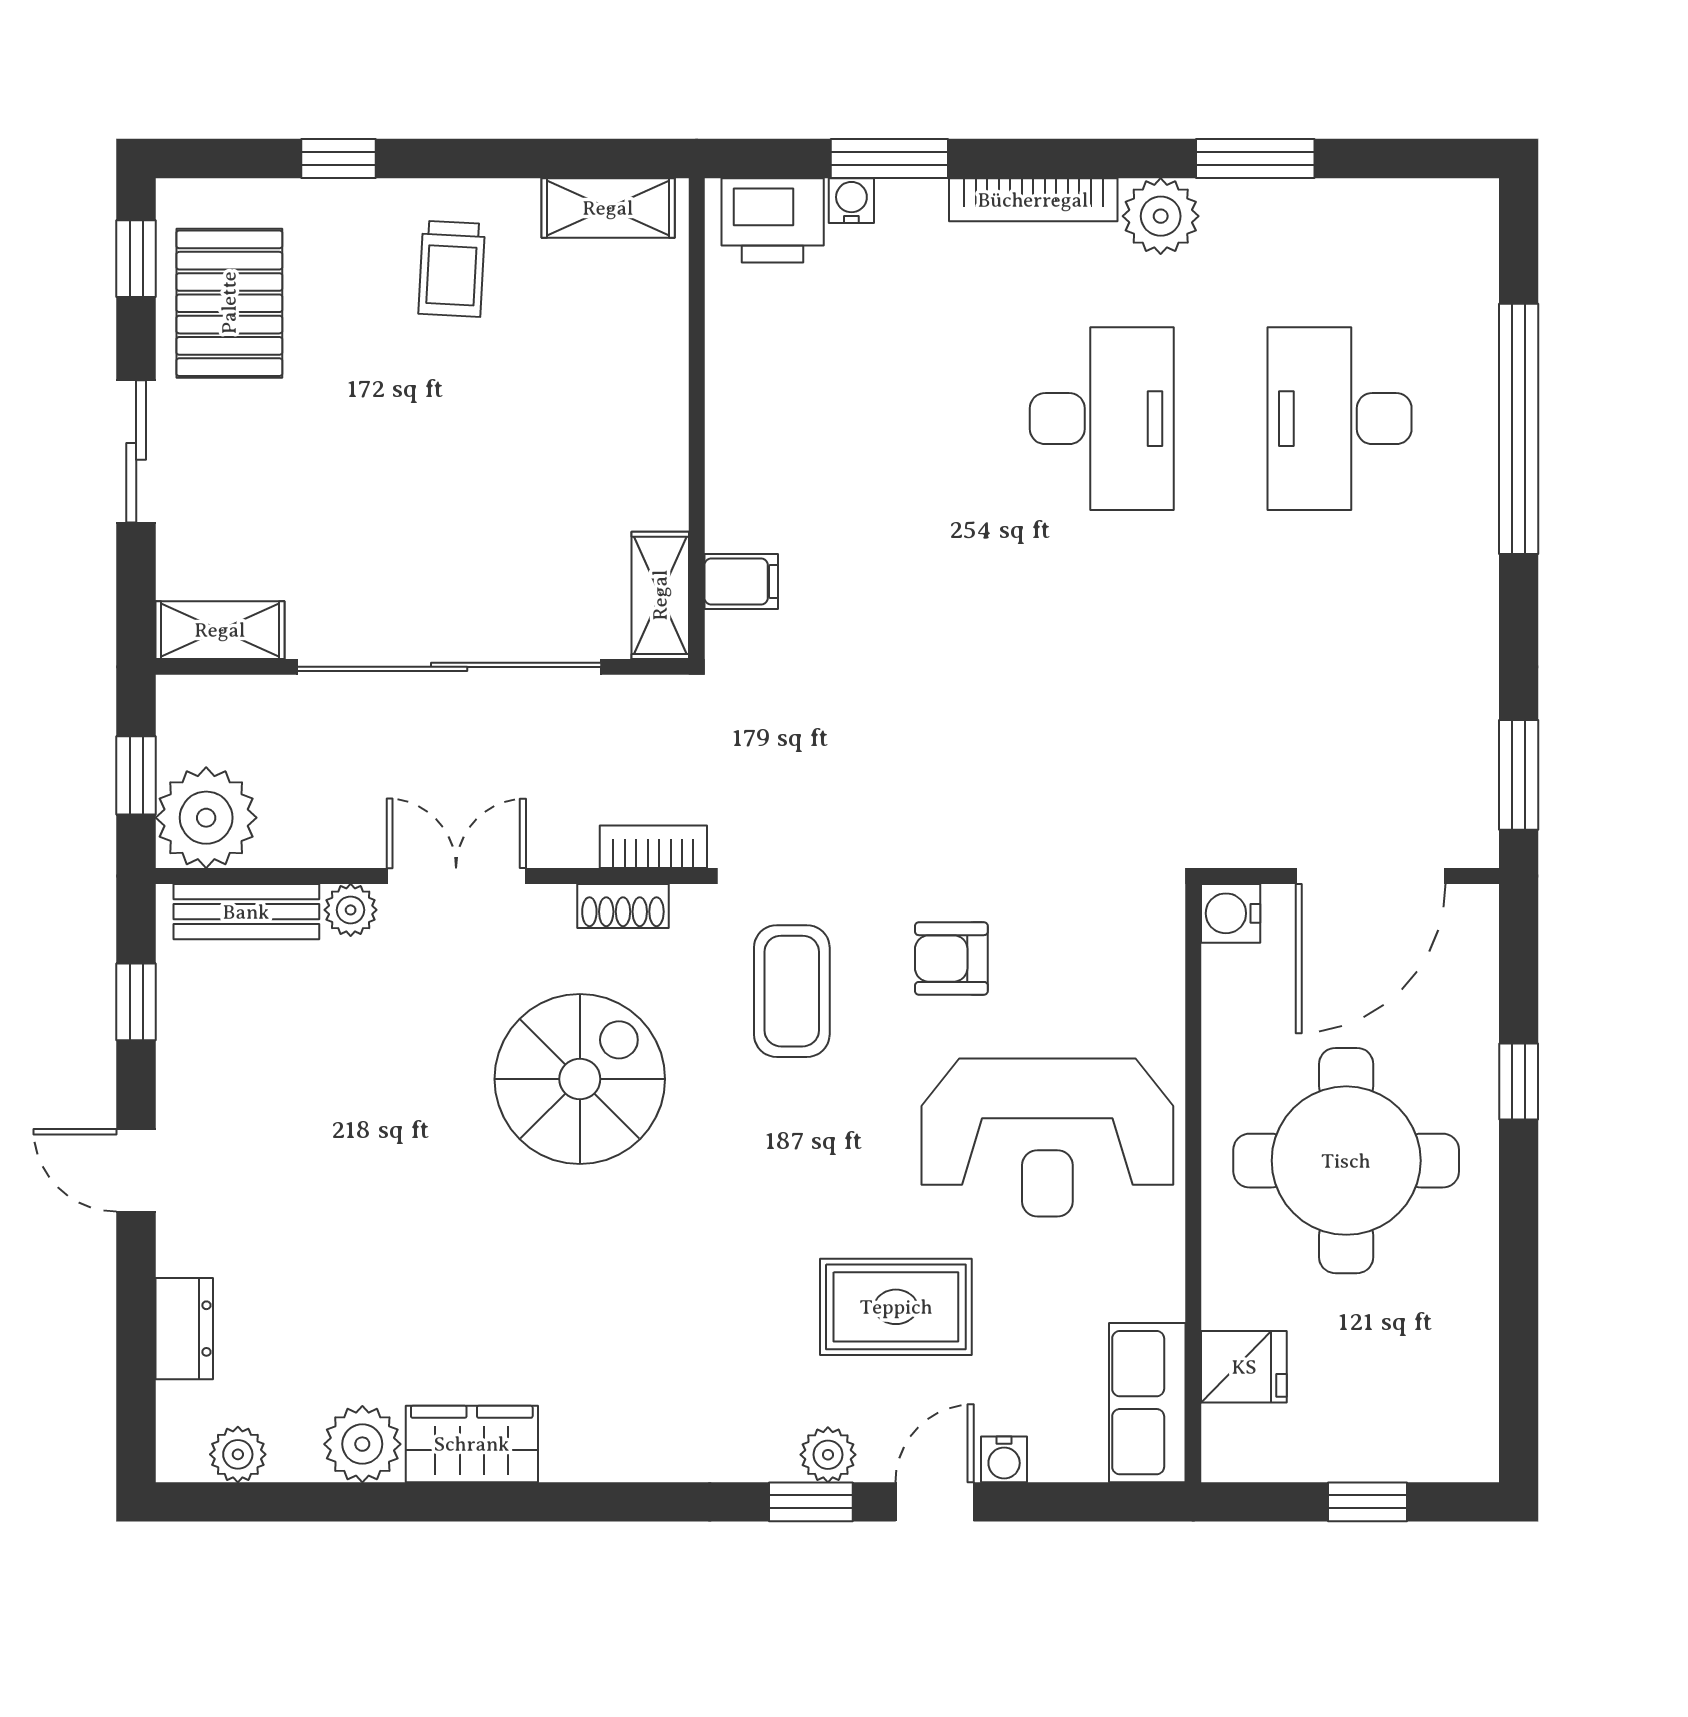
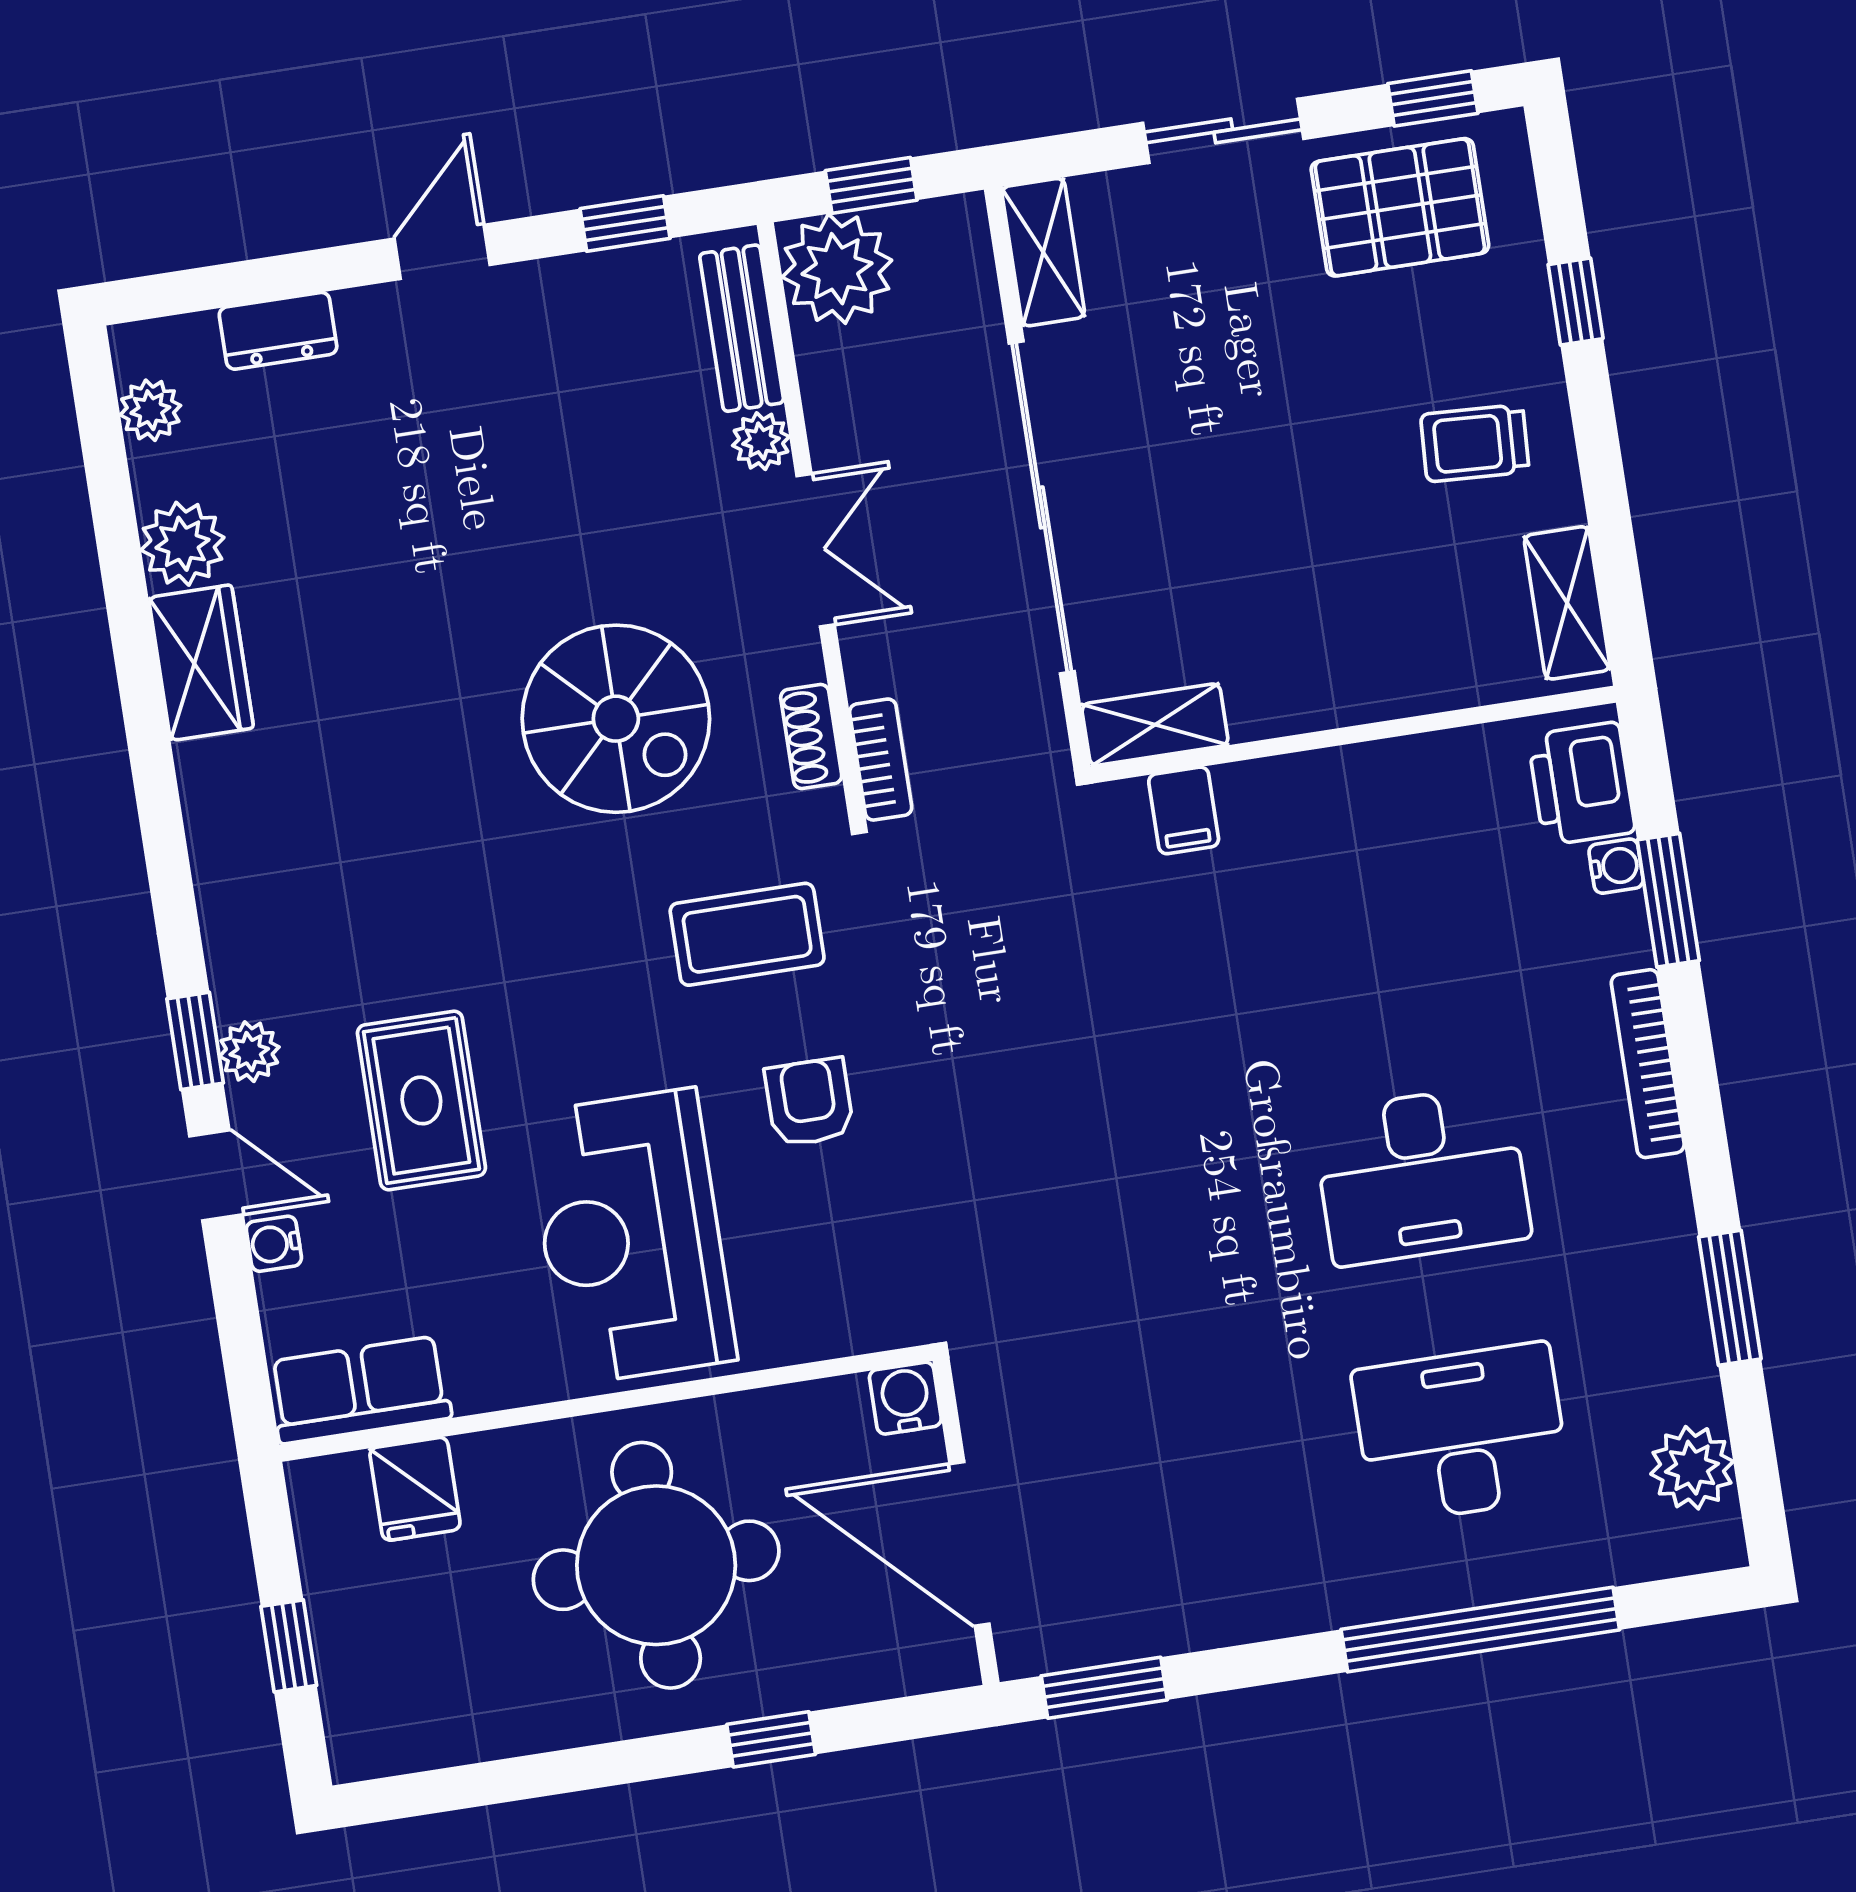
plant: (1161, 216) -> (1692, 1468), moved

